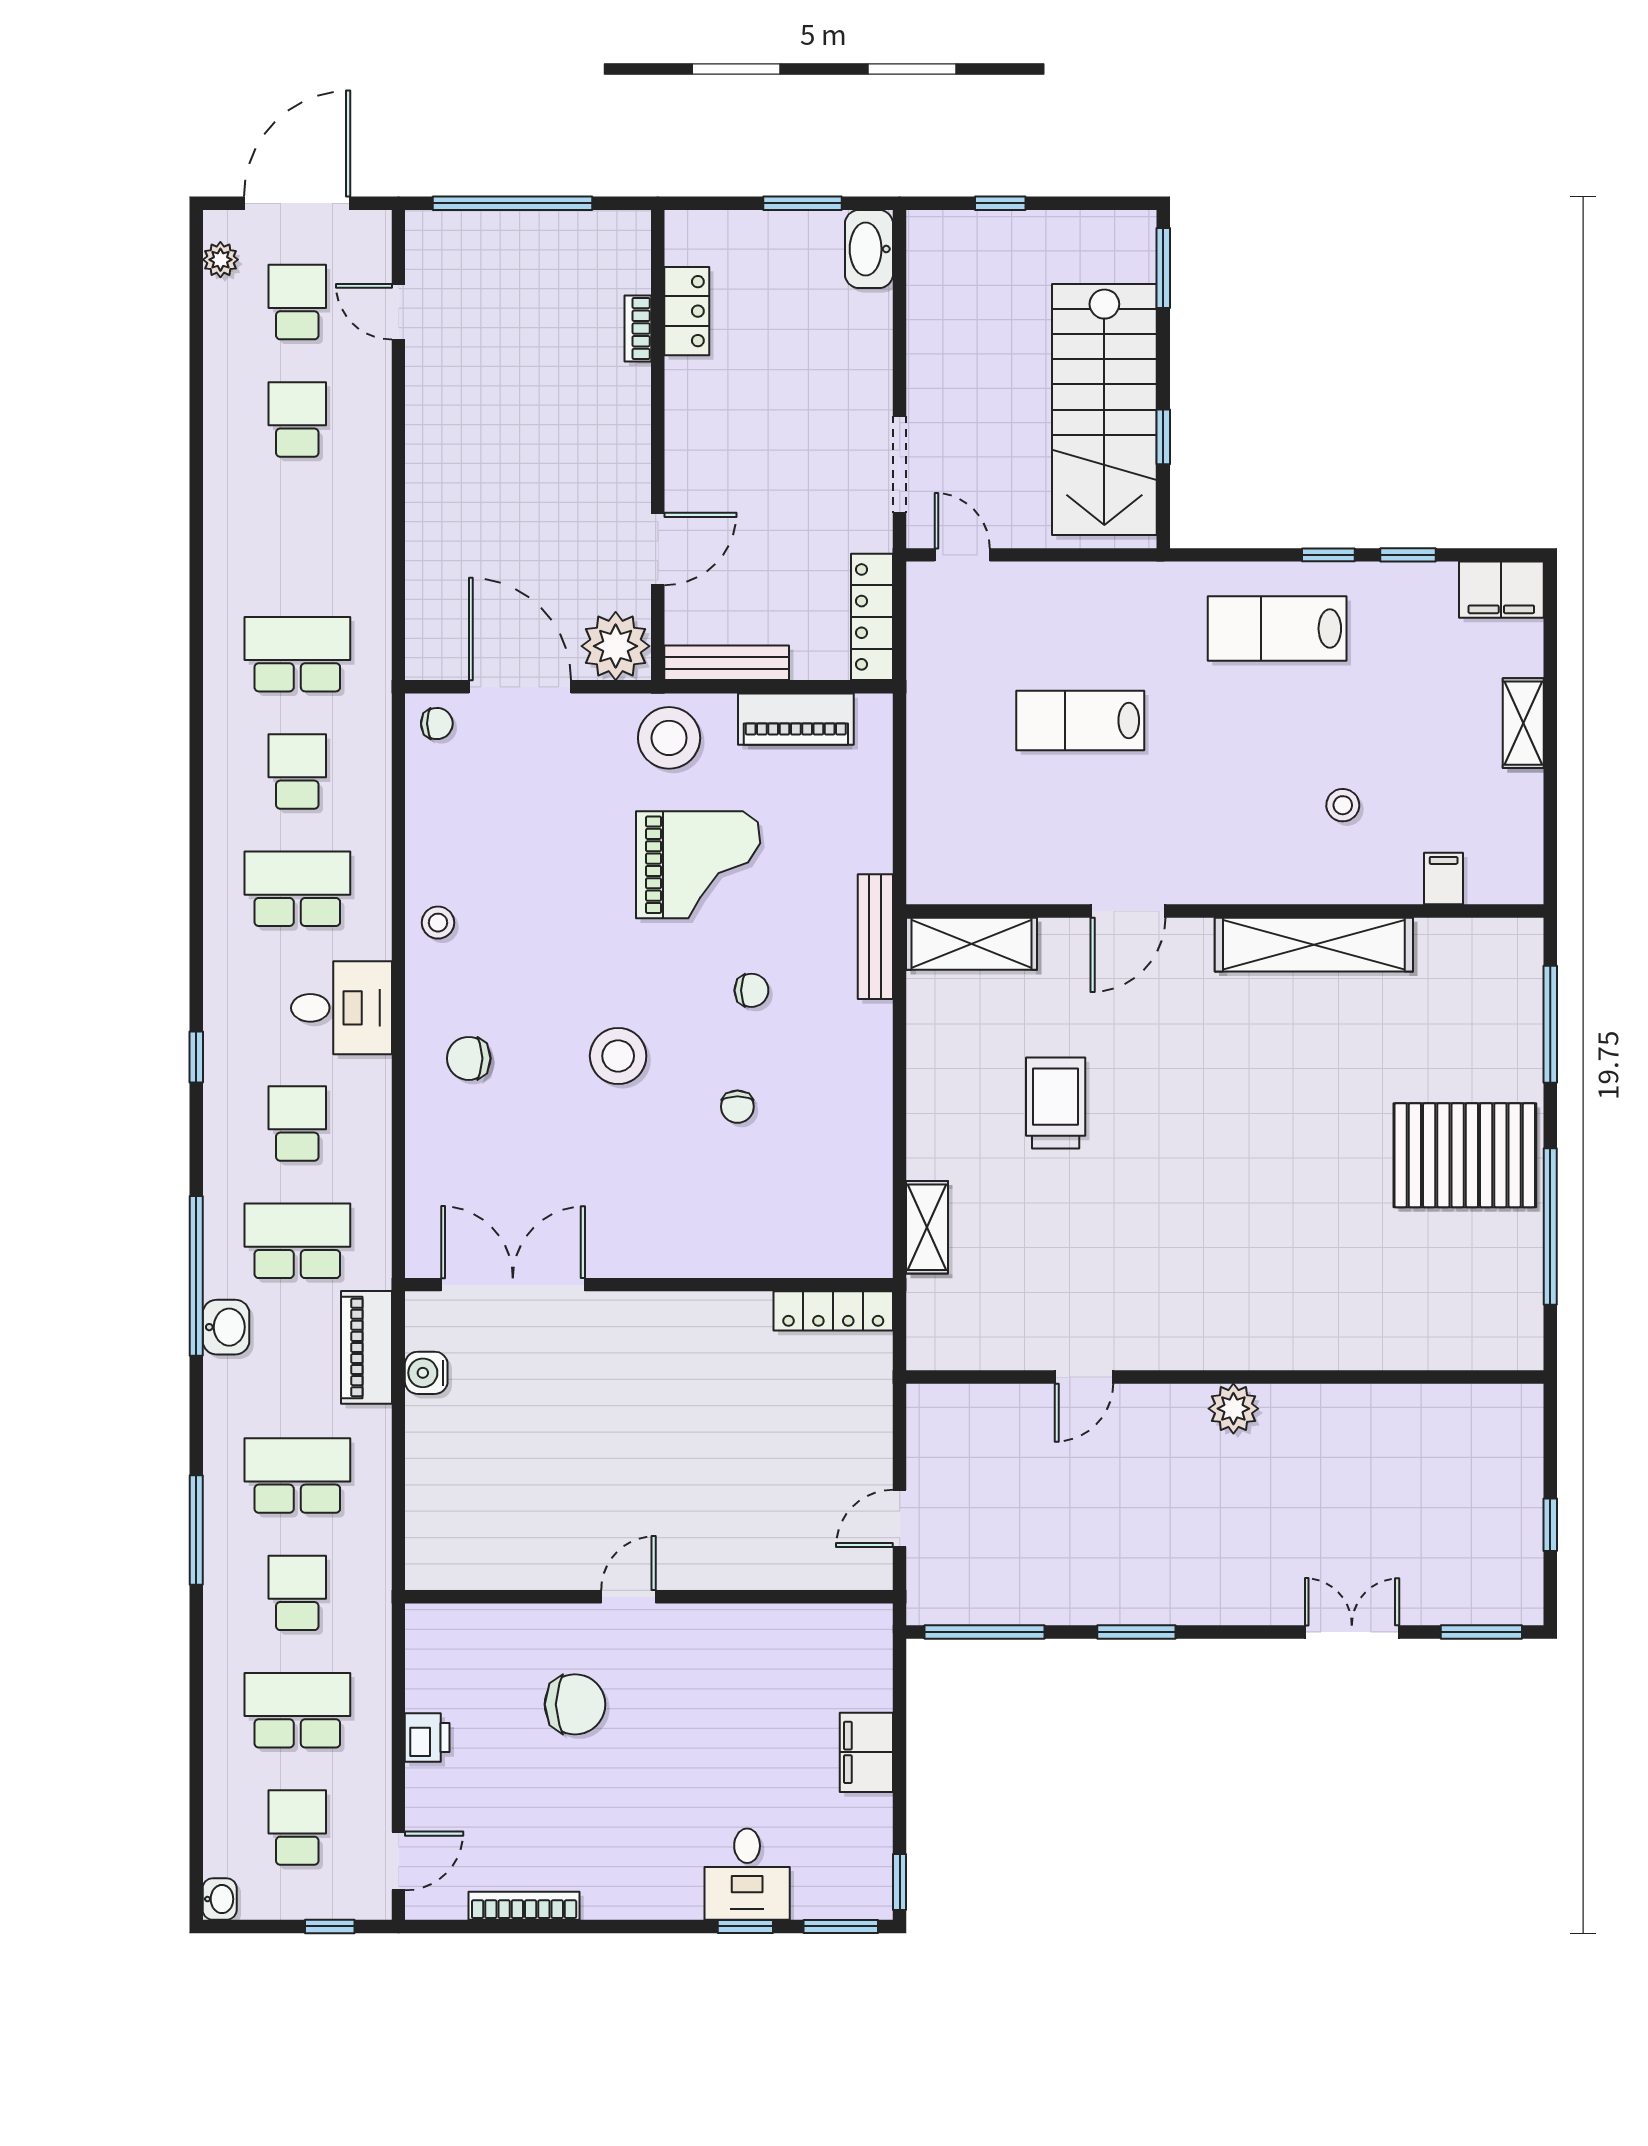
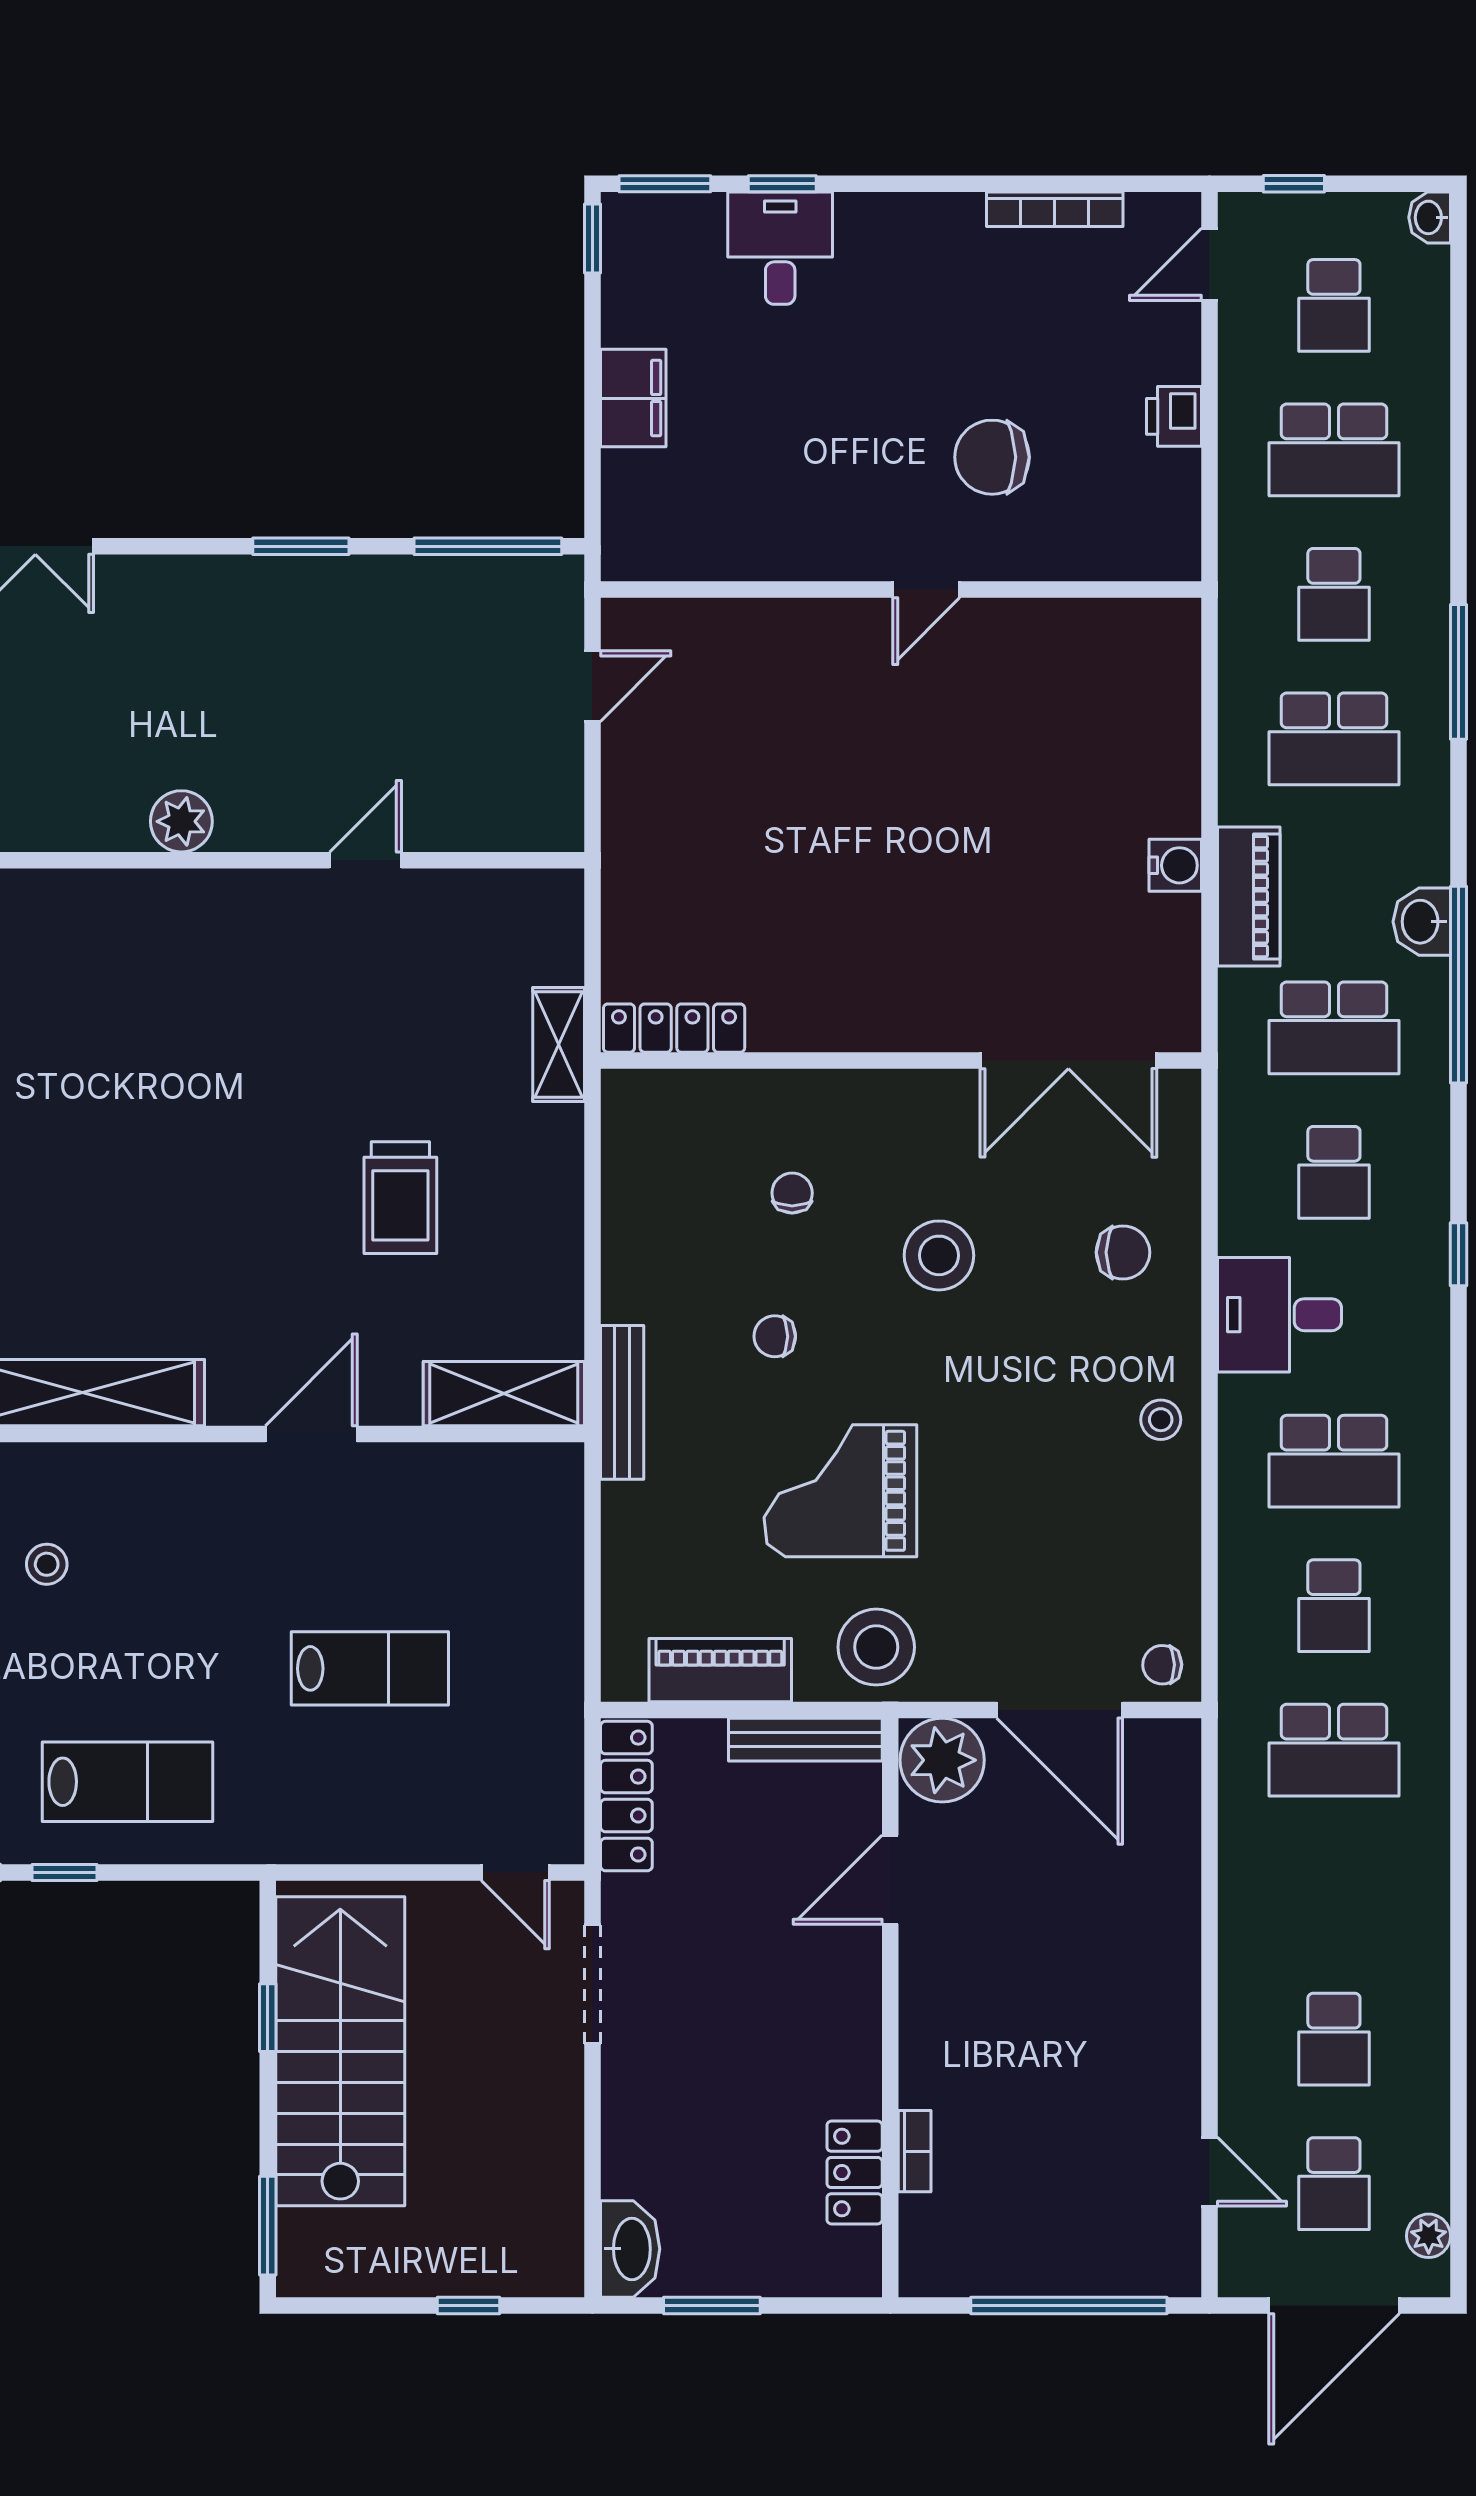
double door: (513, 1285) -> (1068, 1061), moved
wall: (649, 1285) -> (901, 1061), moved
locker: (833, 1311) -> (674, 1028), moved

